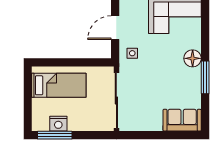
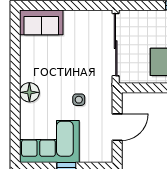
side table: (132, 53) -> (79, 100), moved
window: (205, 77) -> (15, 71), removed

